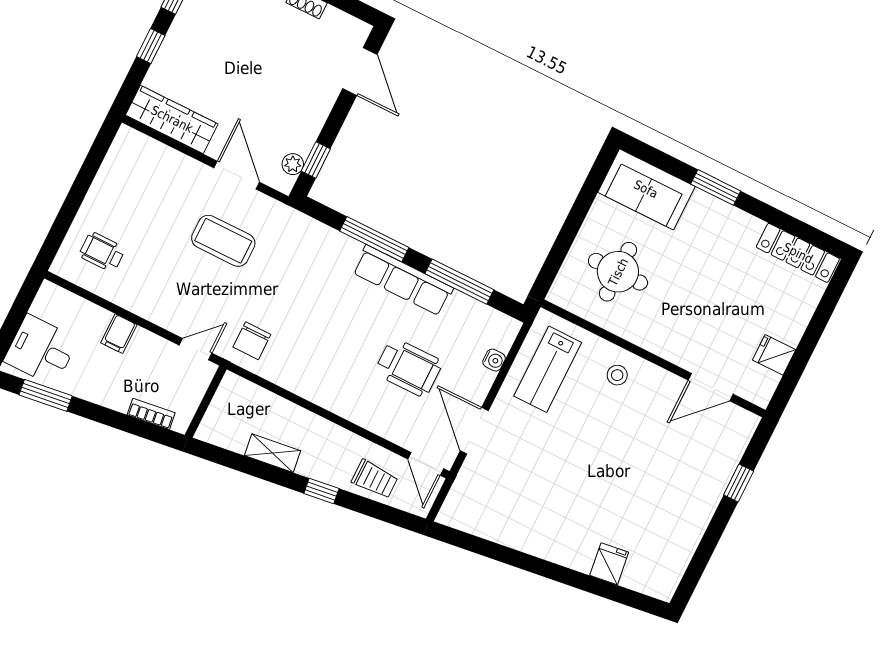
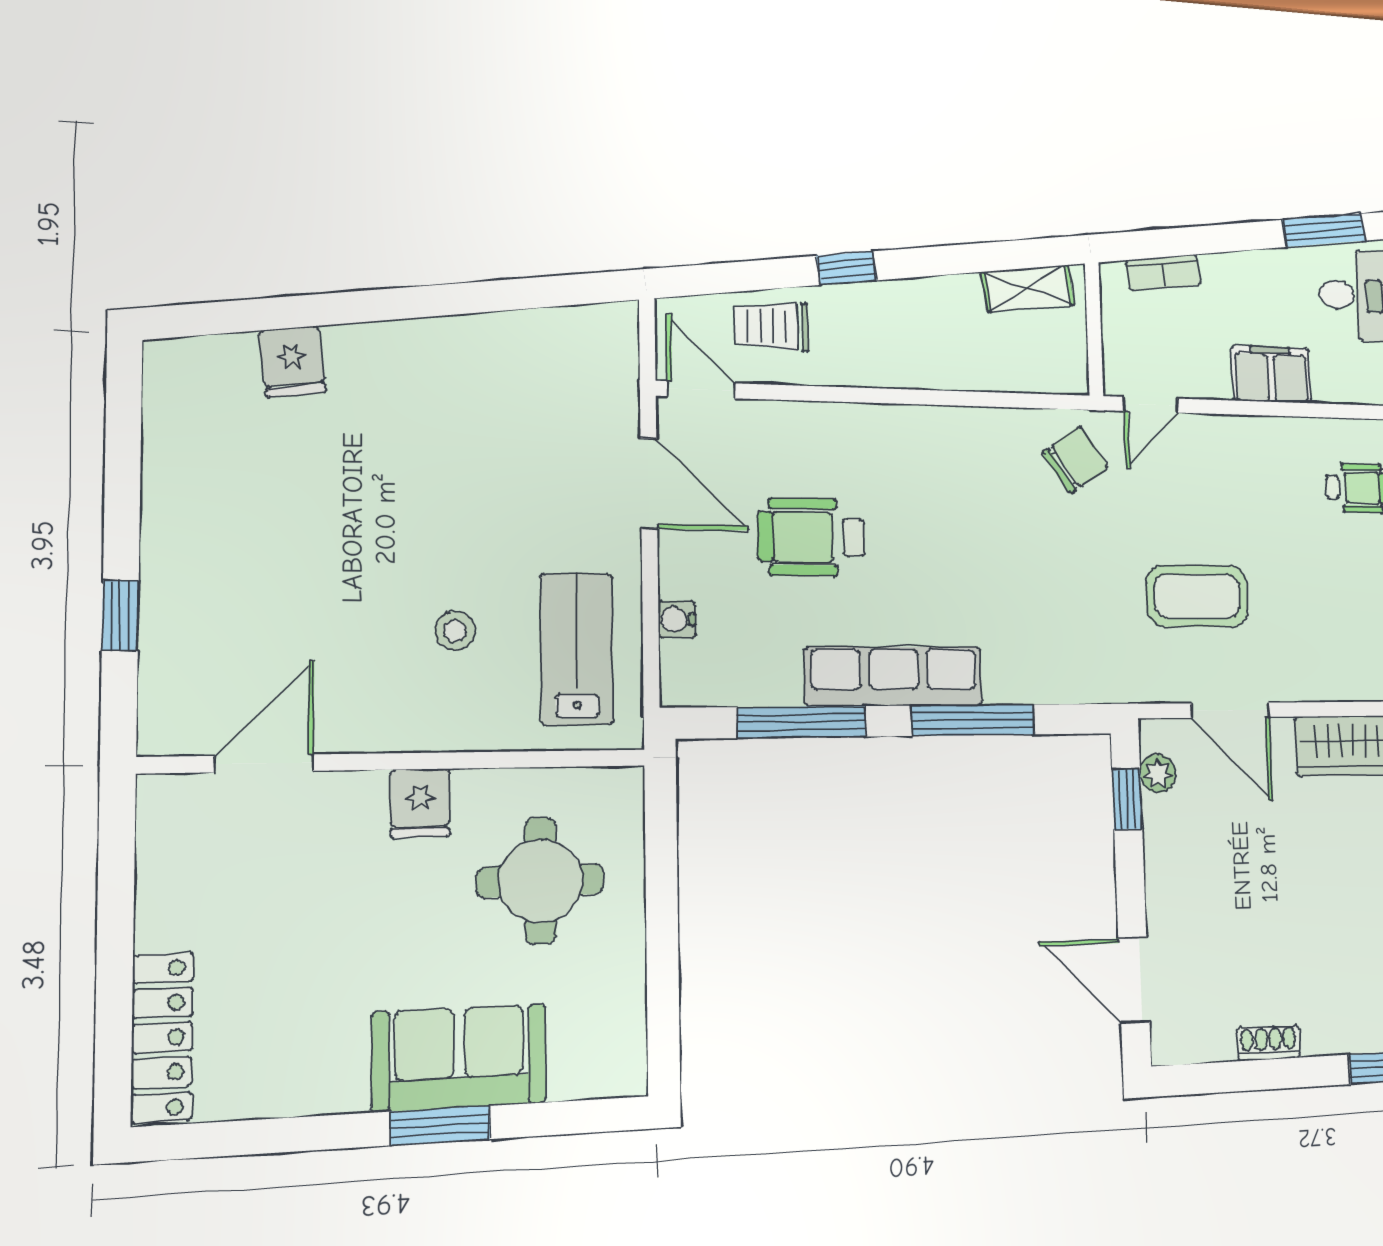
sofa: (646, 189) -> (459, 1058), moved
locker: (798, 253) -> (162, 1038), moved, turned 90
filing cabinet: (119, 334) -> (1271, 374), width x2.00
chair: (252, 341) -> (1075, 460), turned 55
fridge: (774, 355) -> (420, 803), moved, turned 90
stool: (617, 375) -> (455, 631), moved
shelving: (273, 453) -> (1028, 288), moved

